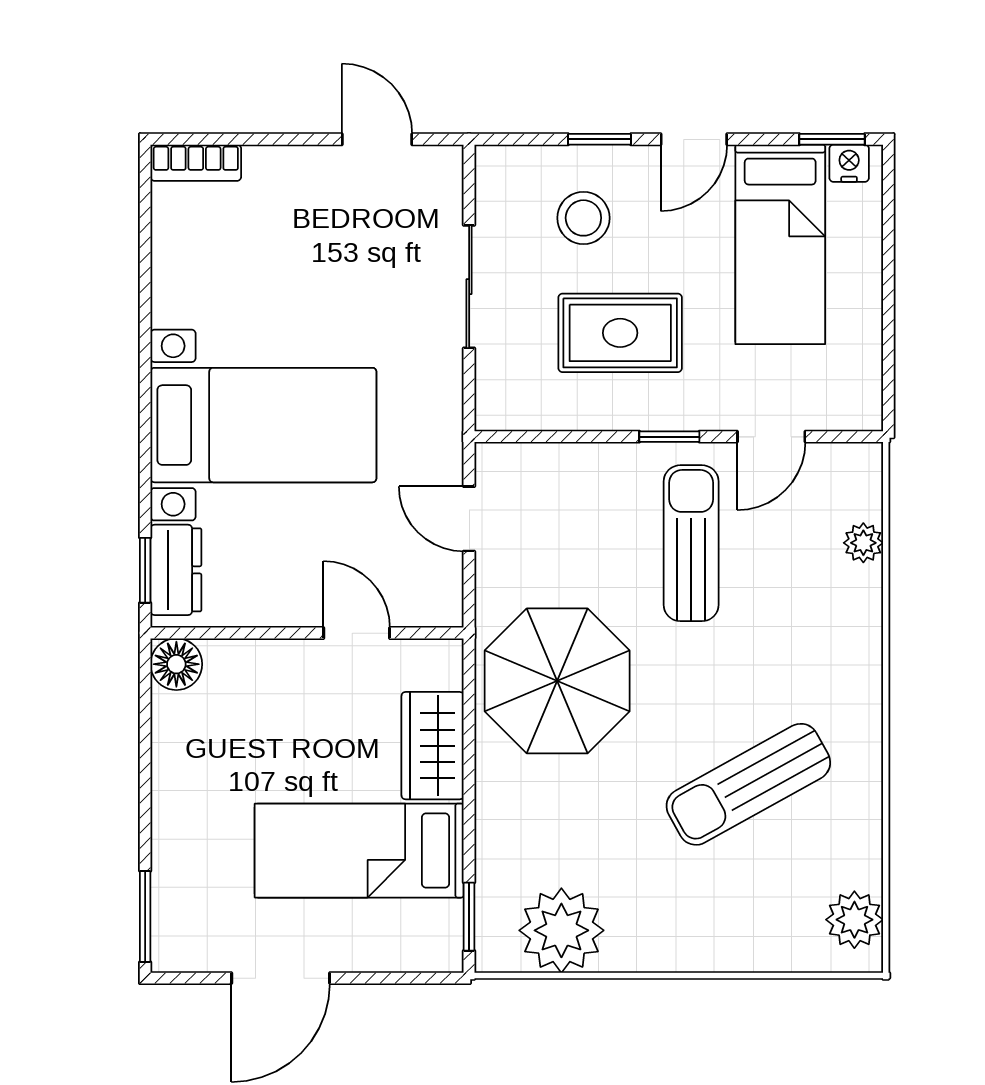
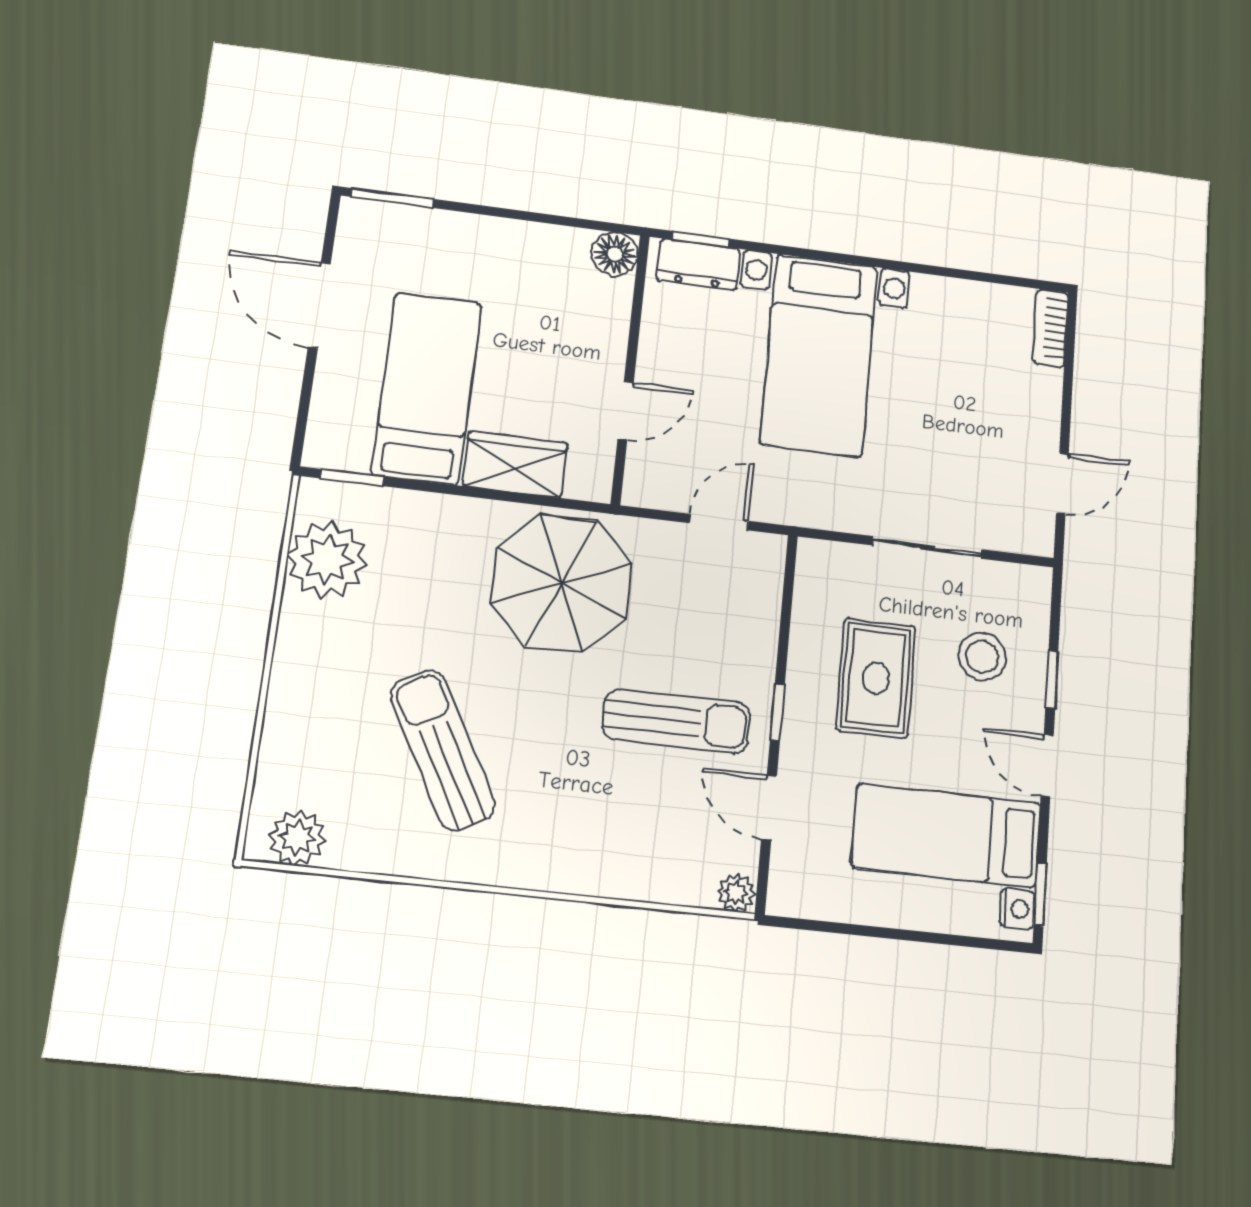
plant: (863, 543) -> (736, 893), moved

